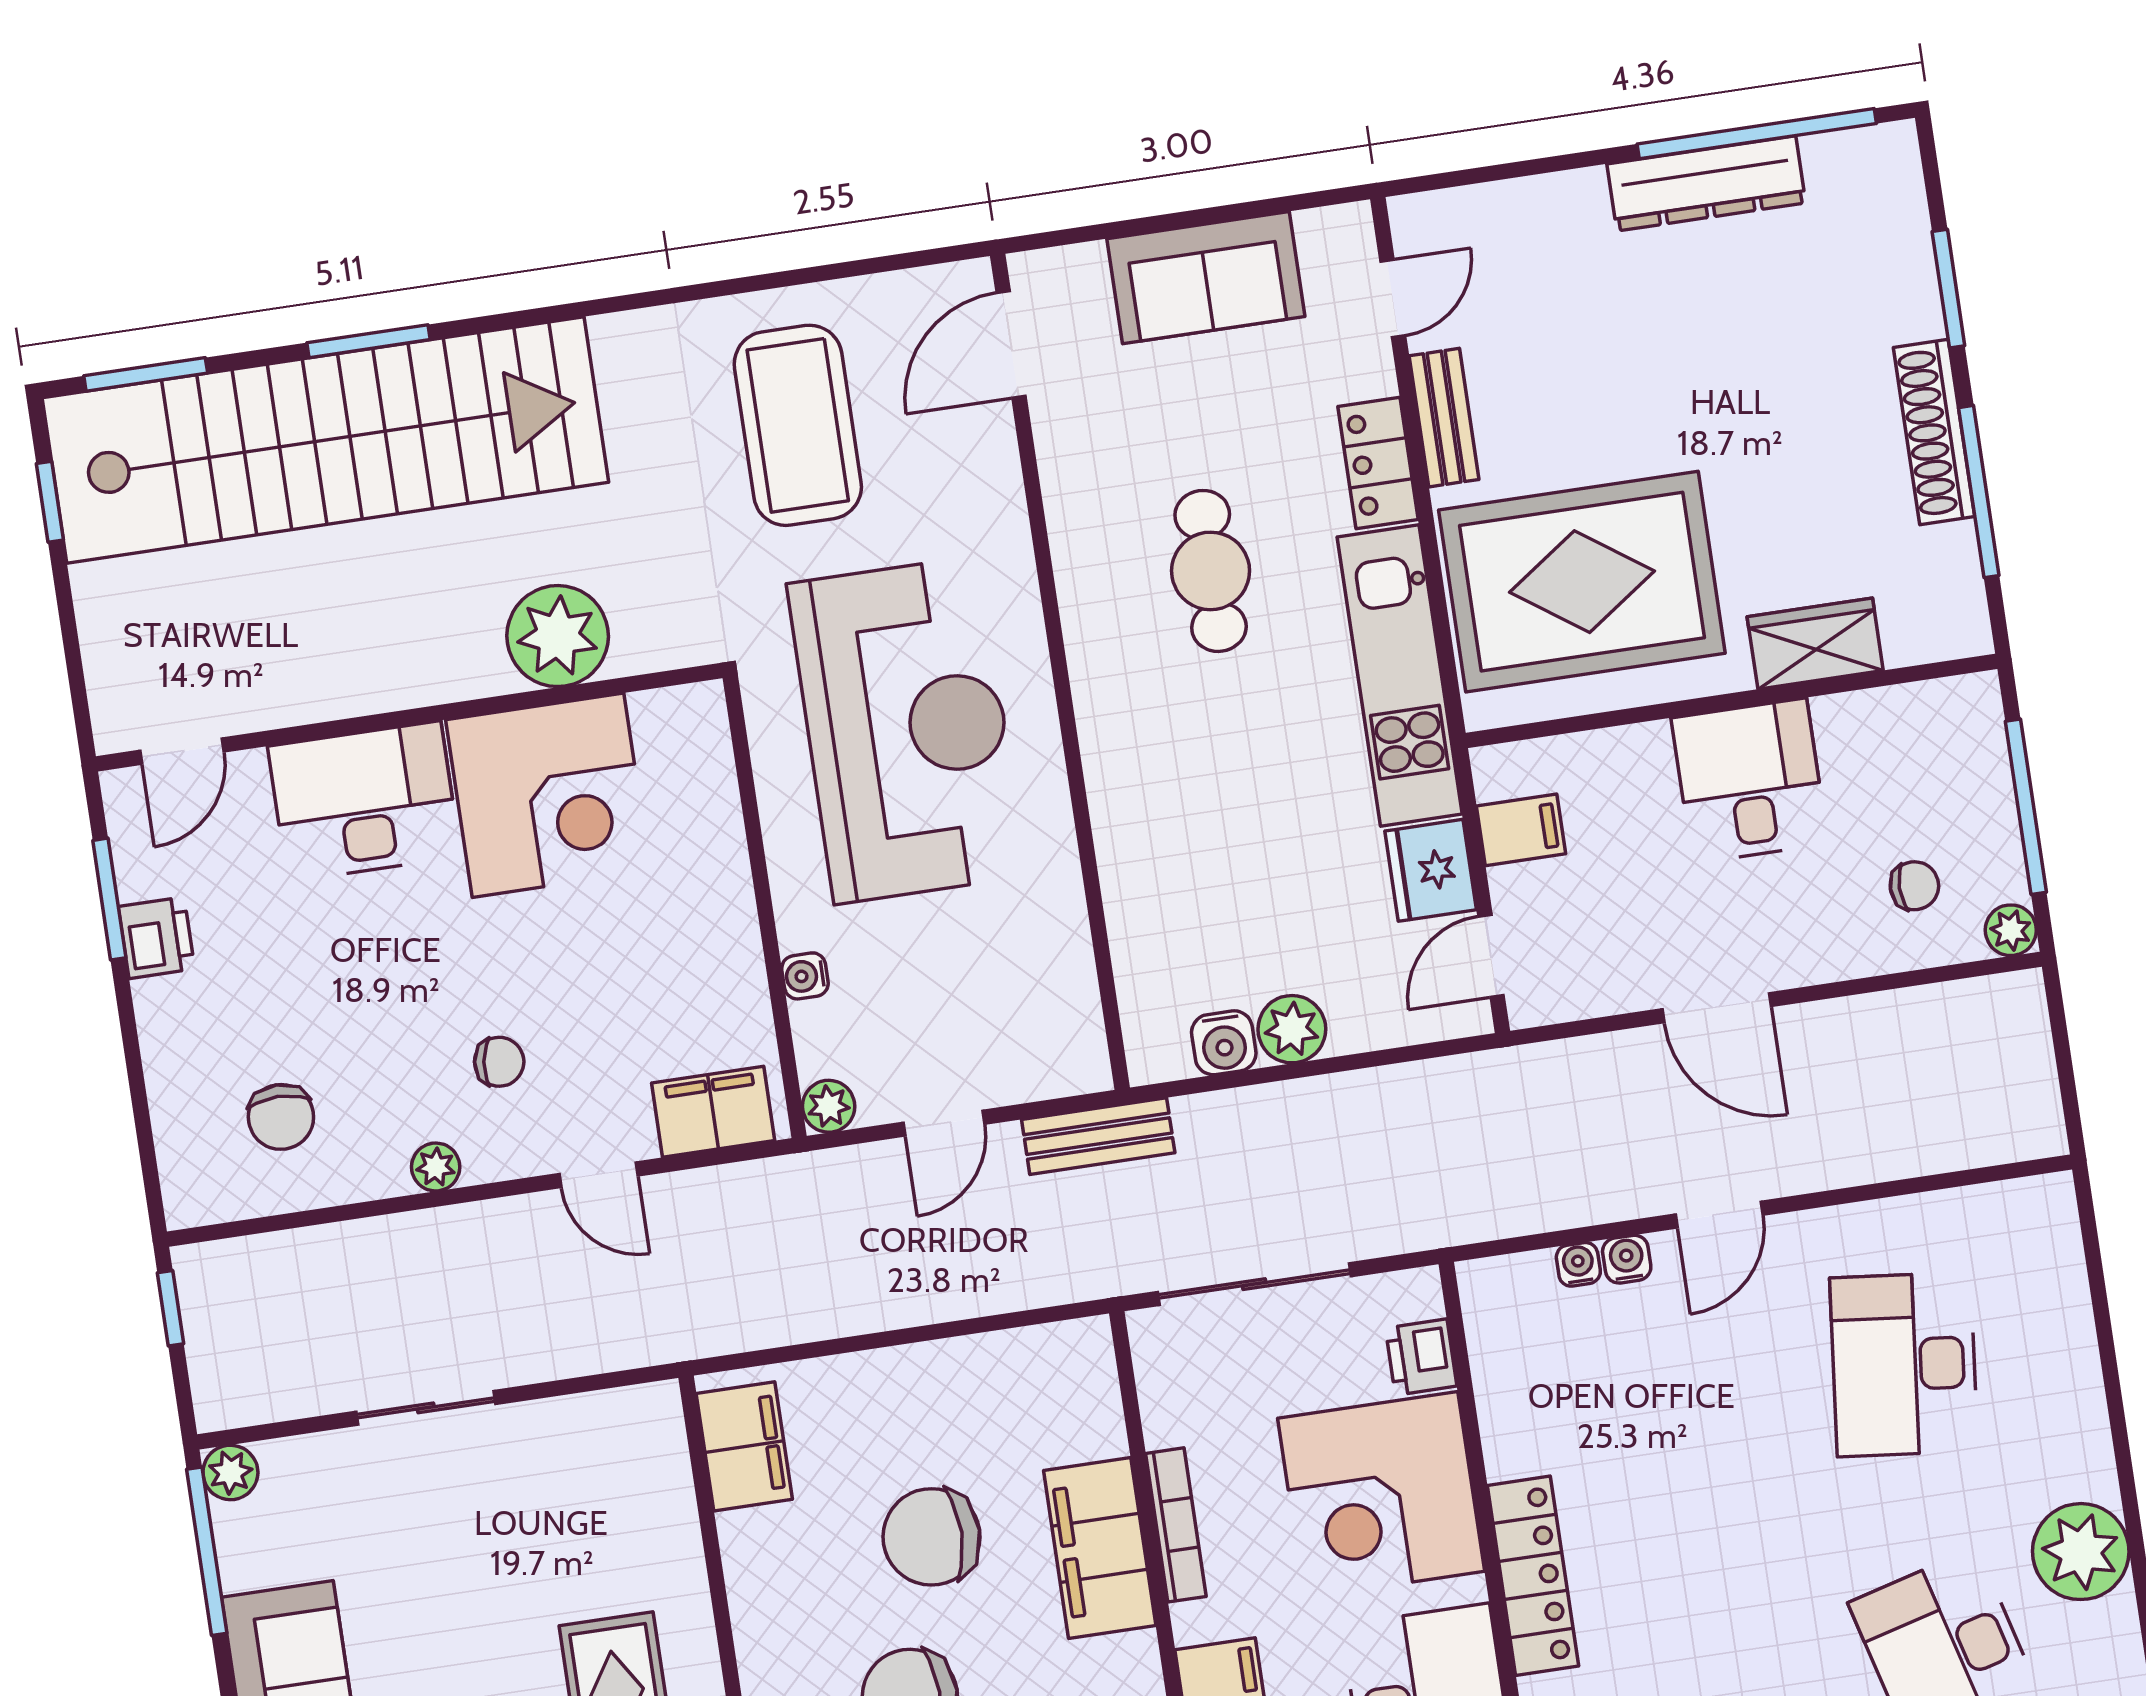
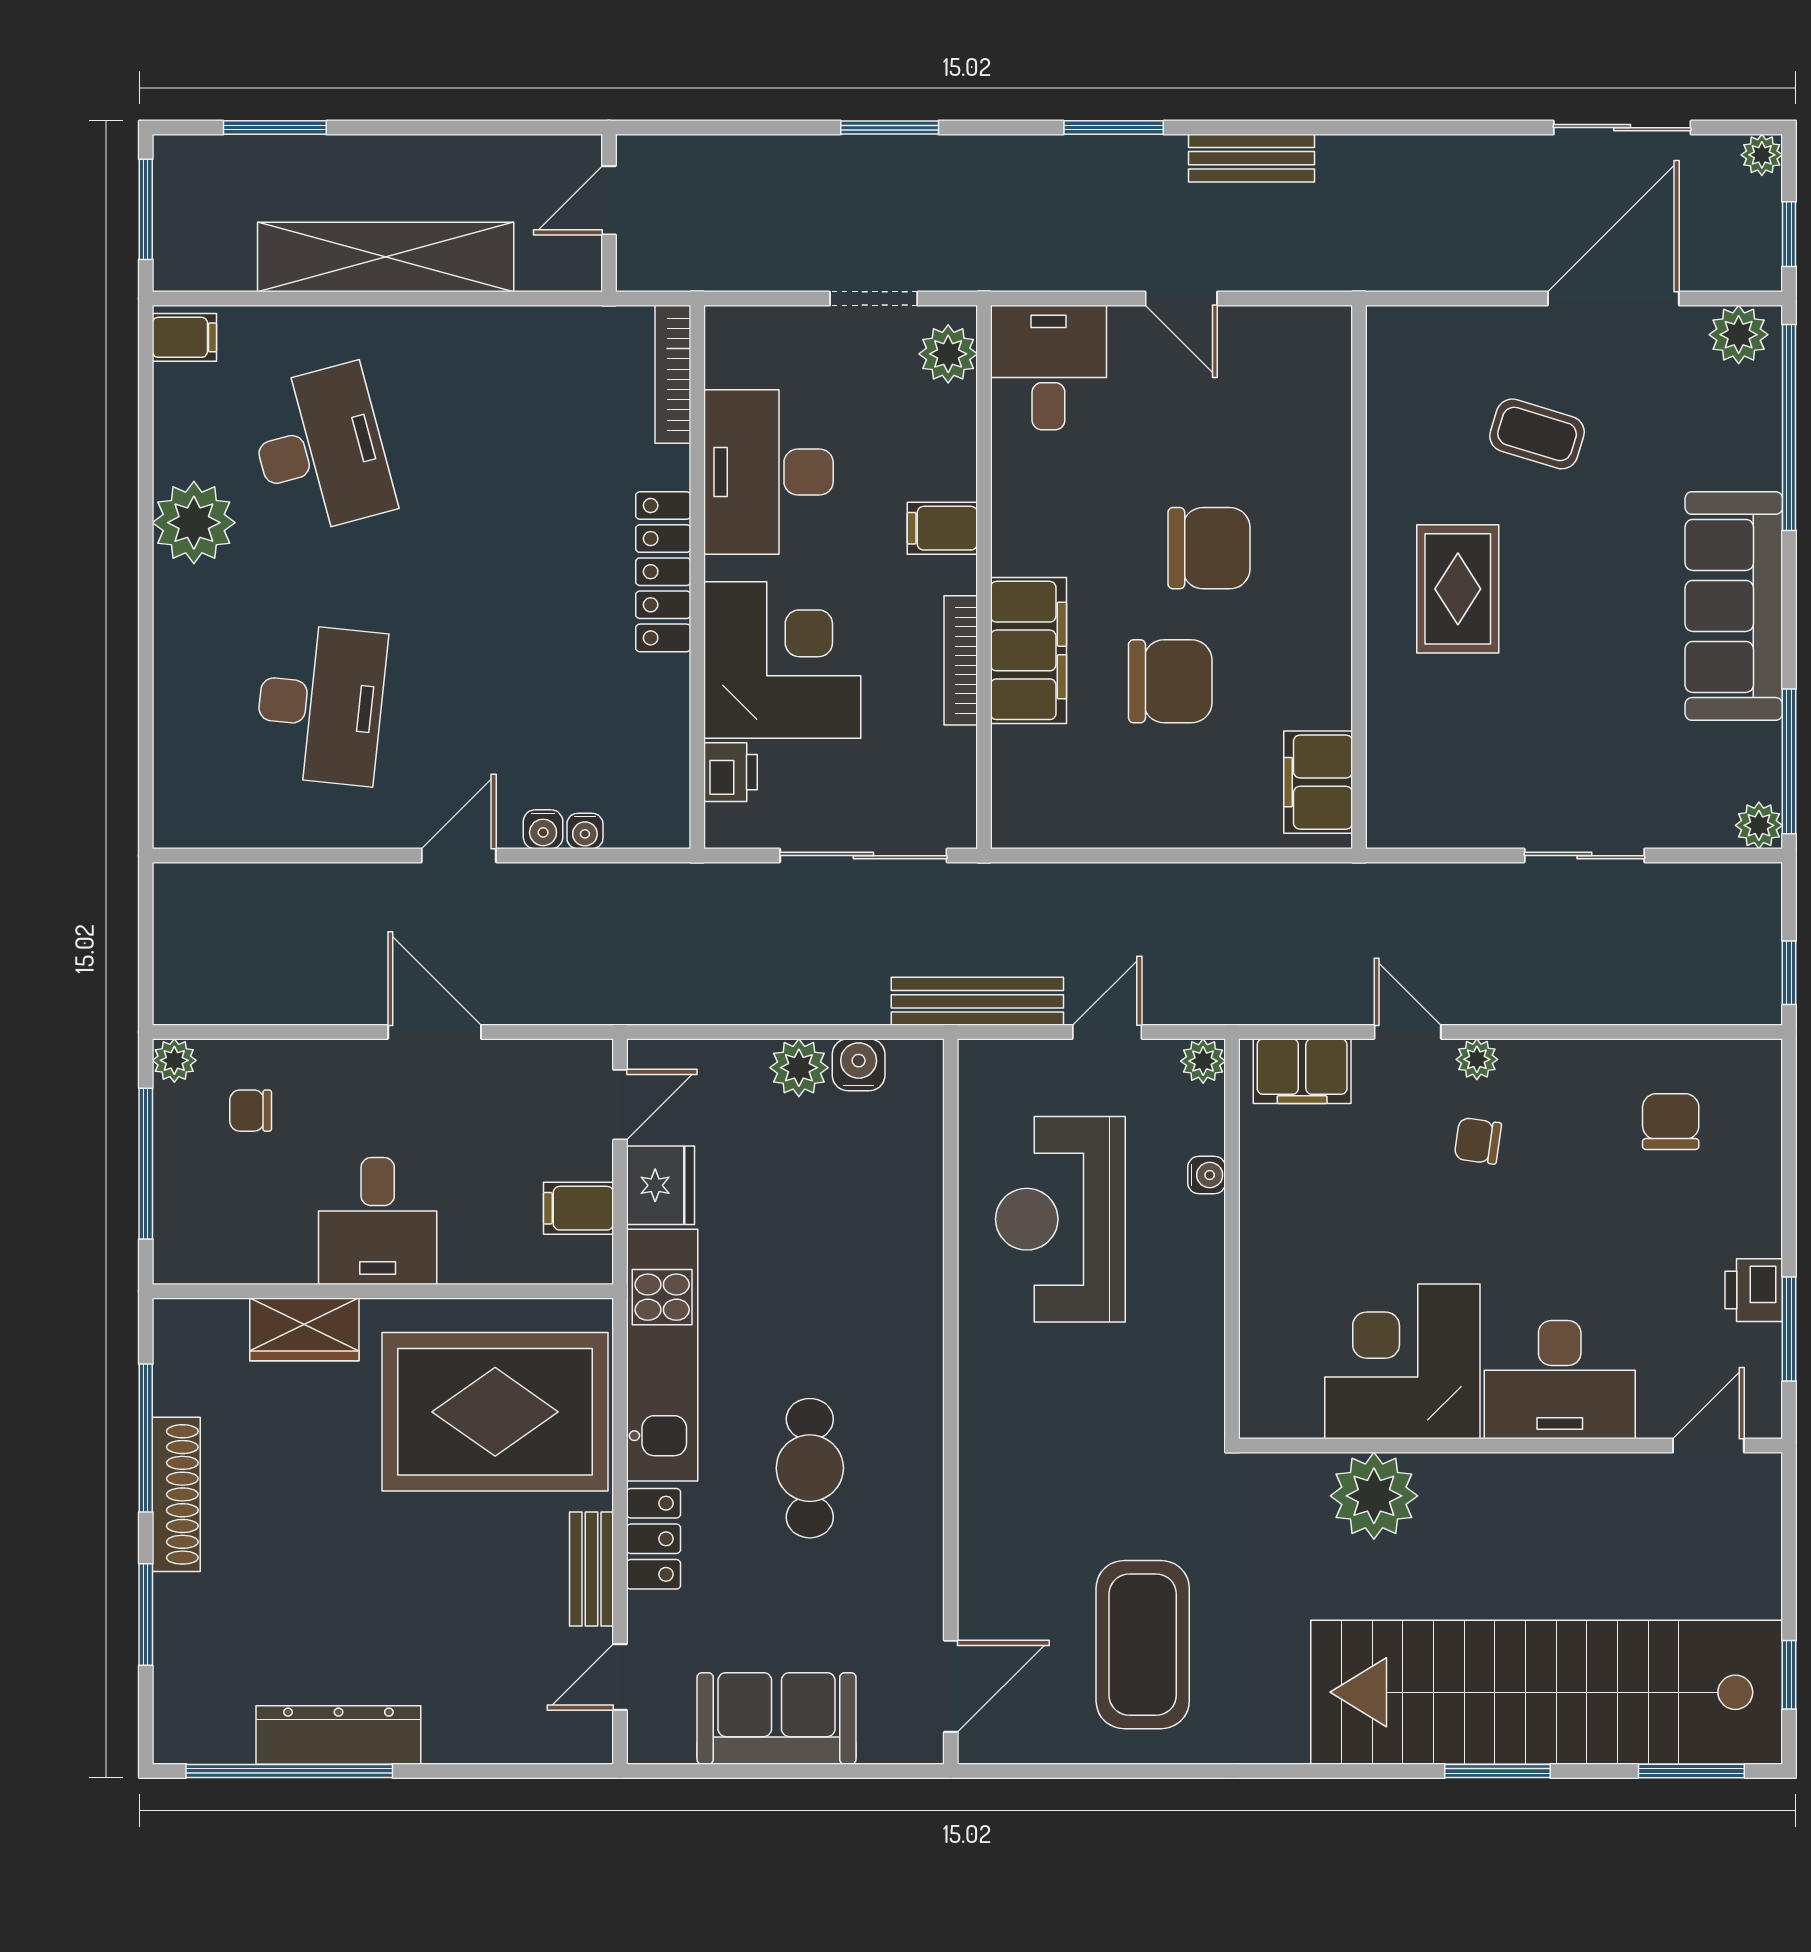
reception desk: (907, 730) -> (1060, 1219), moved, width x0.74, depth x0.77
bench: (1098, 1136) -> (977, 1001), width x1.36
plant: (436, 1167) -> (1477, 1059), moved

